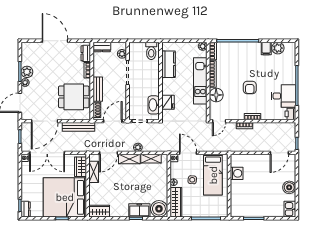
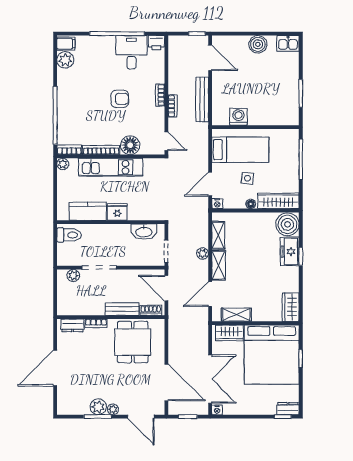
dresser: (102, 47) -> (64, 303), removed
filing cabinet: (266, 48) -> (66, 44), moved
fridge: (168, 102) -> (117, 212), moved
bench: (78, 127) -> (202, 100), moved
door: (108, 153) -> (210, 294), swing flipped

